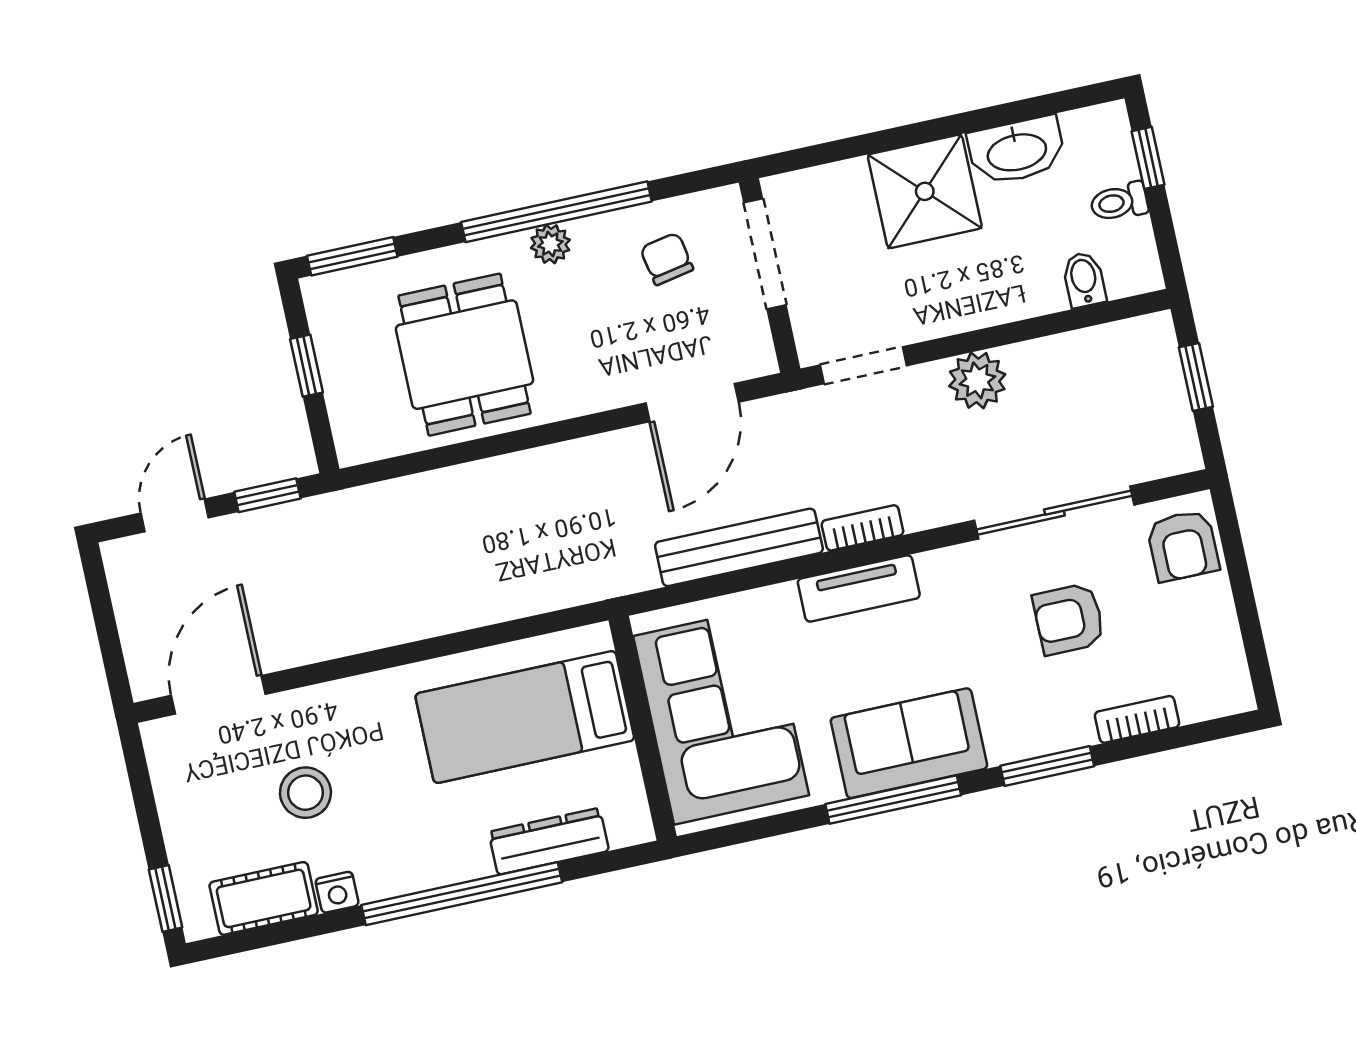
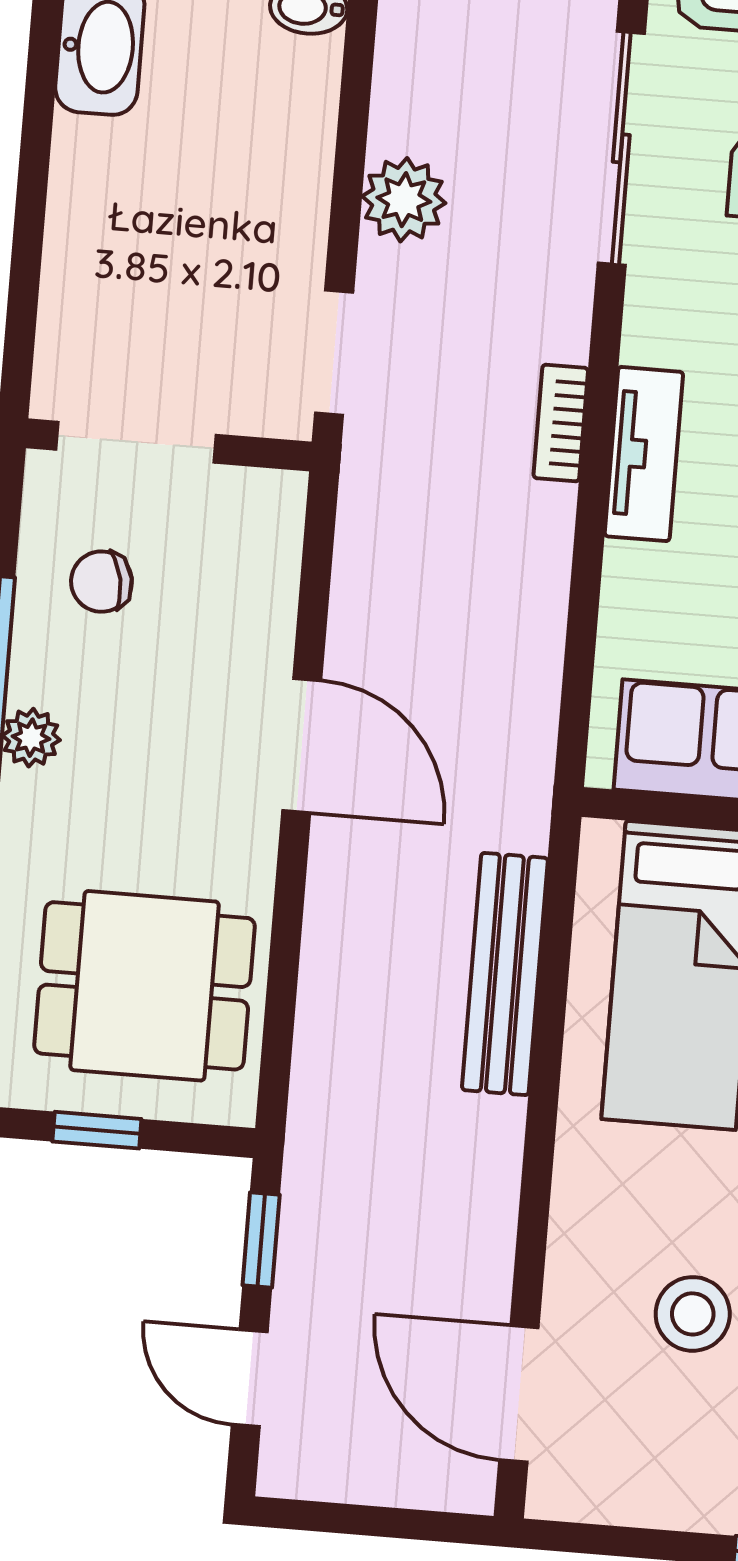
shower: (925, 191) -> (117, 192), removed
dining table: (464, 355) -> (144, 986), moved
door: (692, 403) -> (302, 746), moved
bench: (739, 547) -> (505, 974), moved

